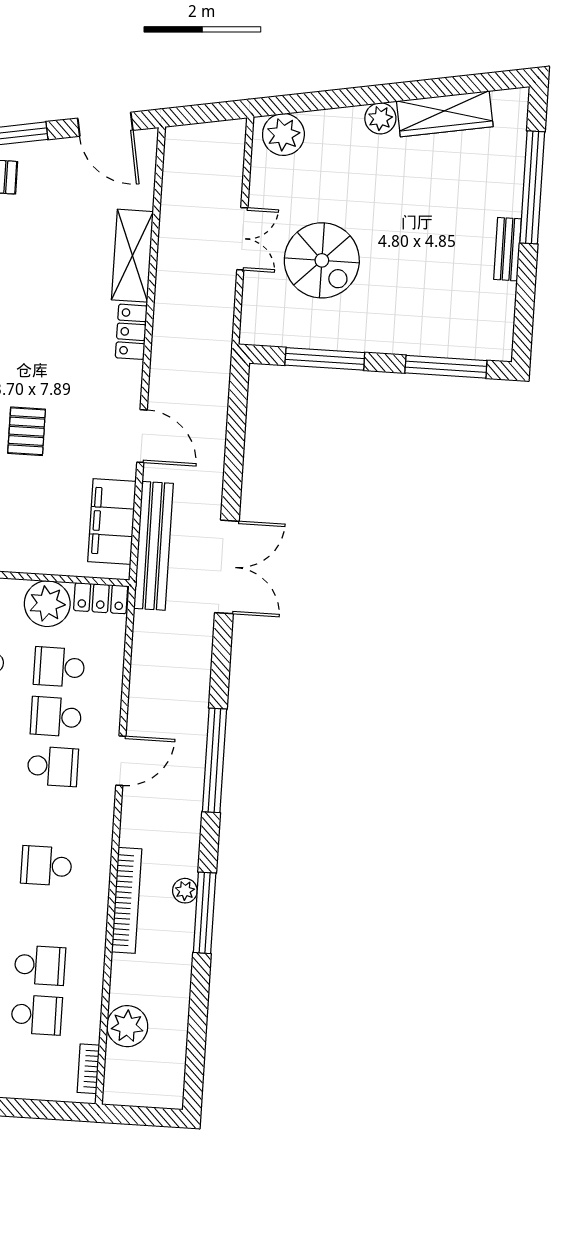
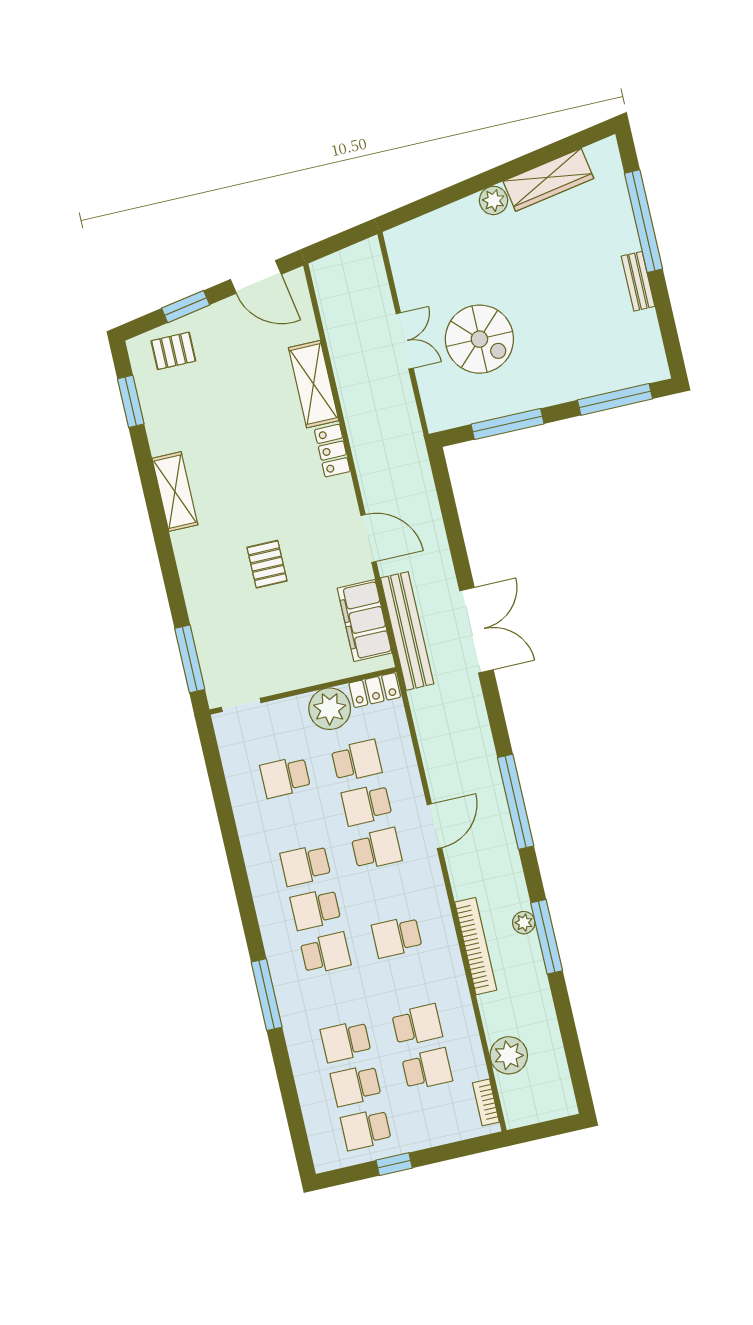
plant: (283, 134) -> (413, 240), removed
school desk: (59, 667) -> (356, 761), turned 180

